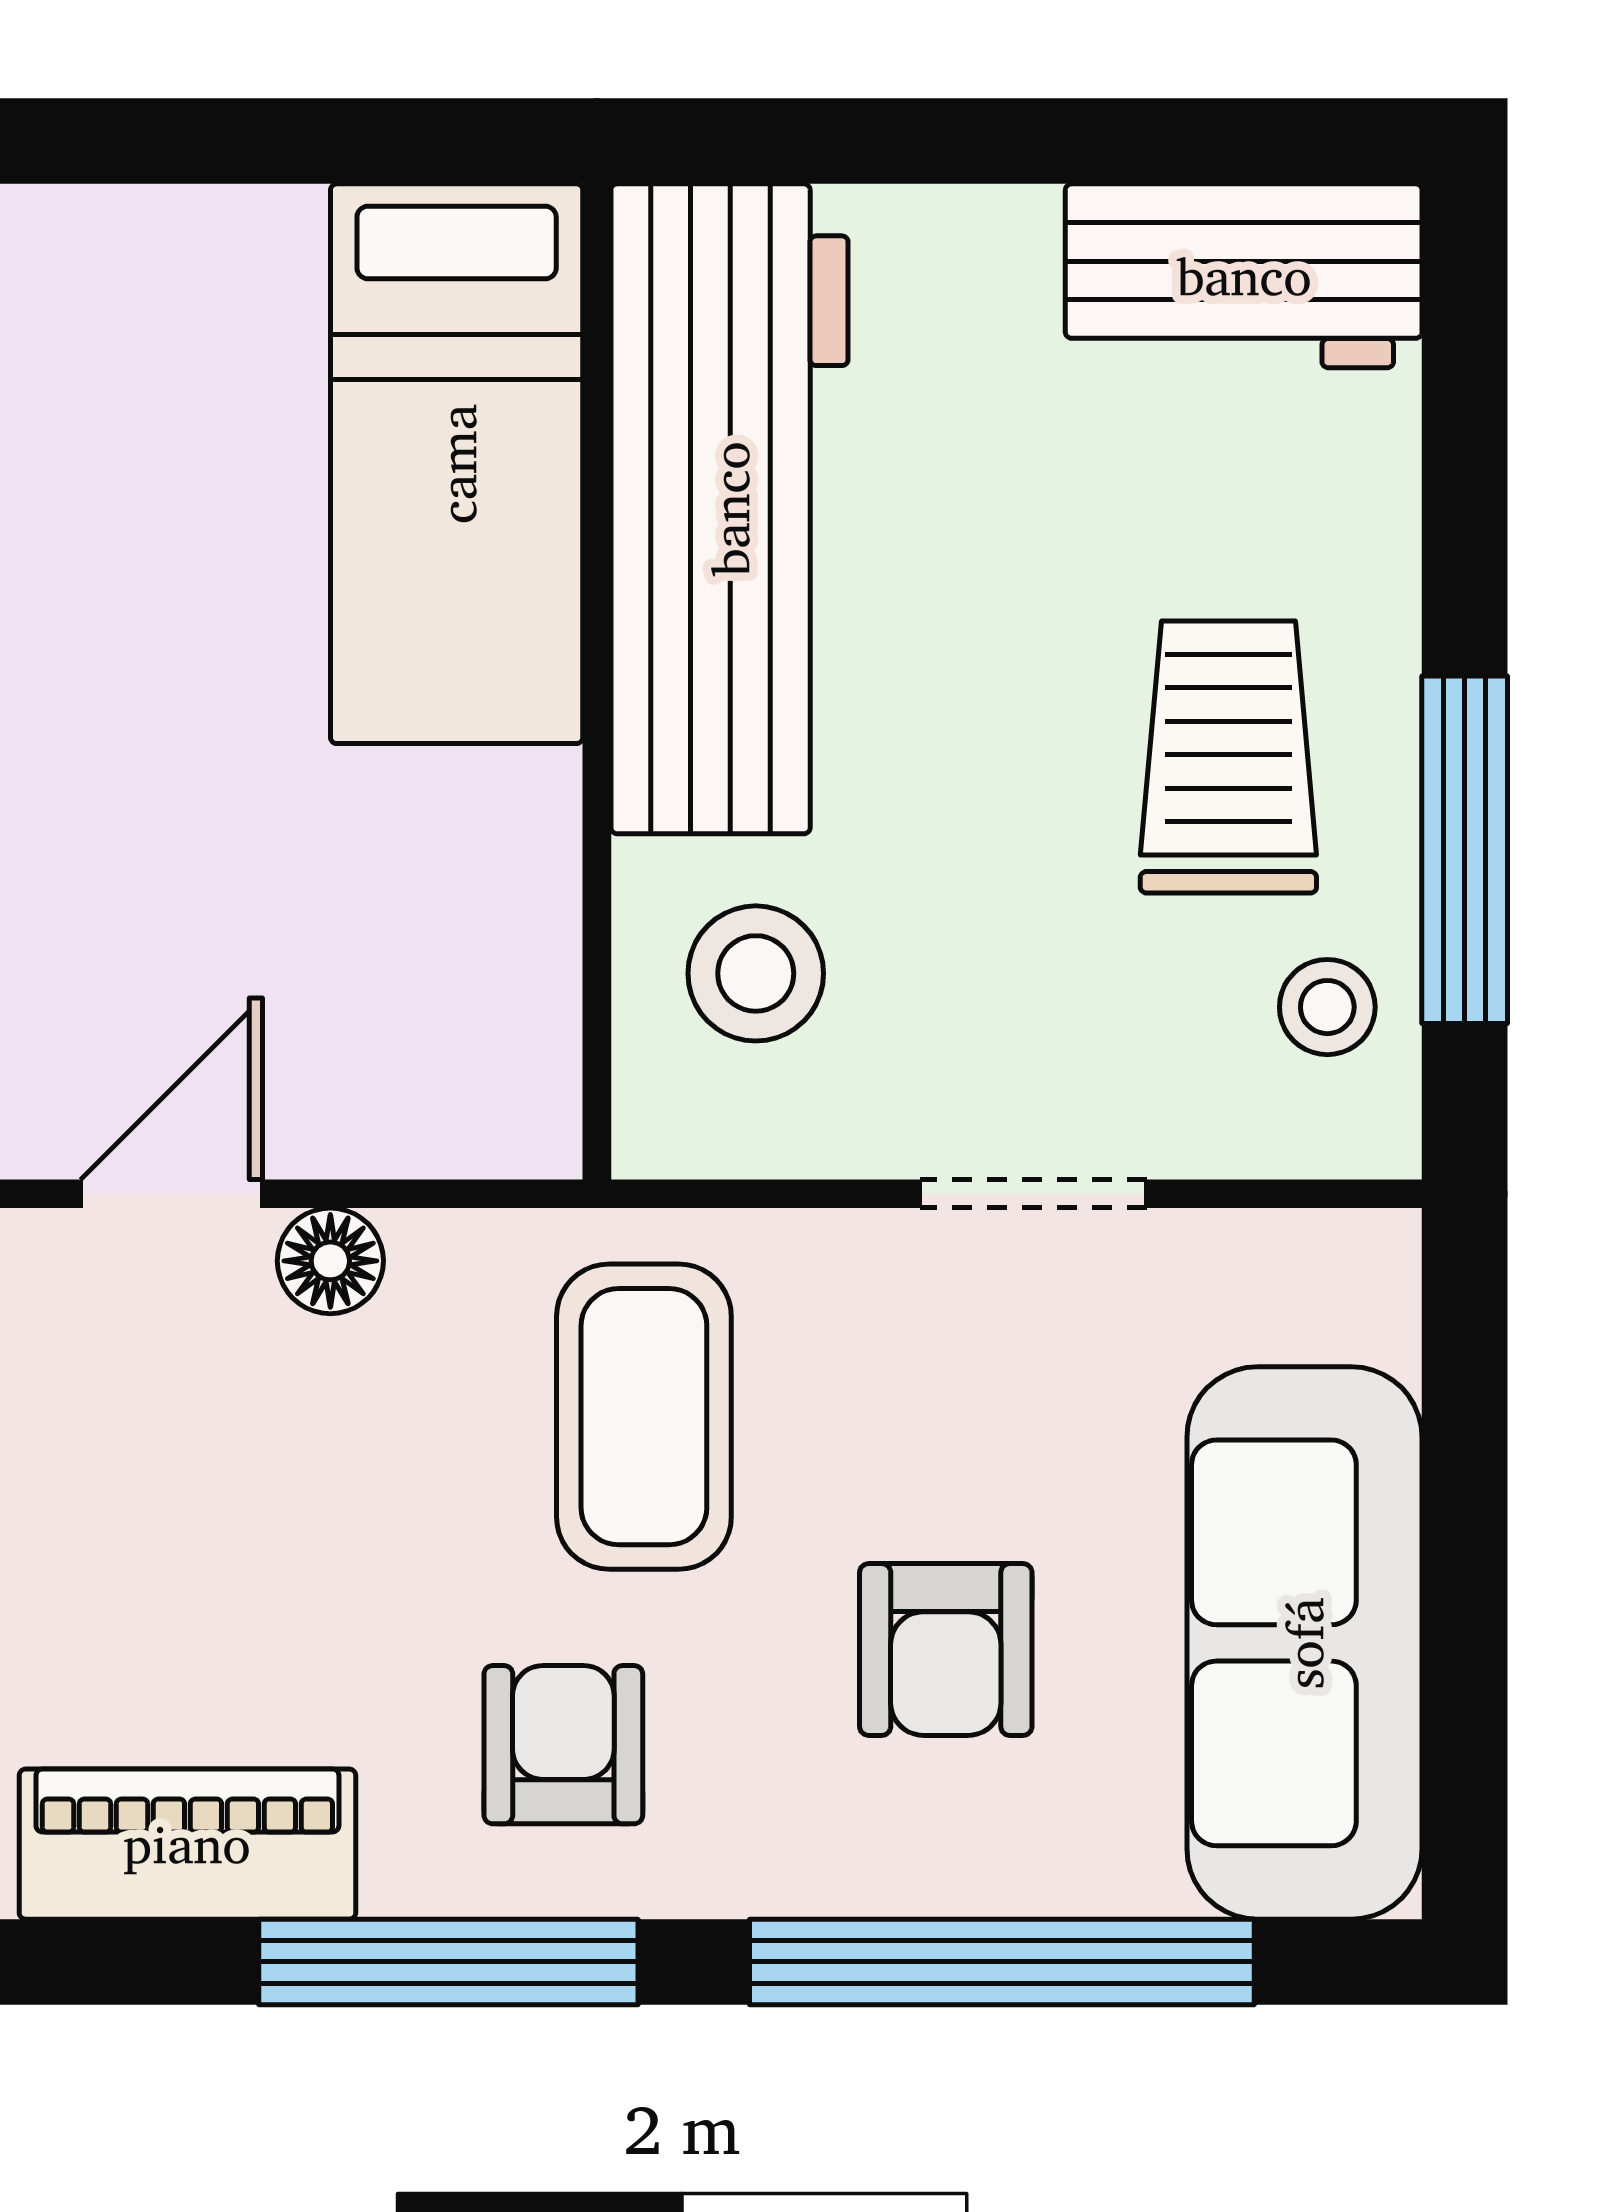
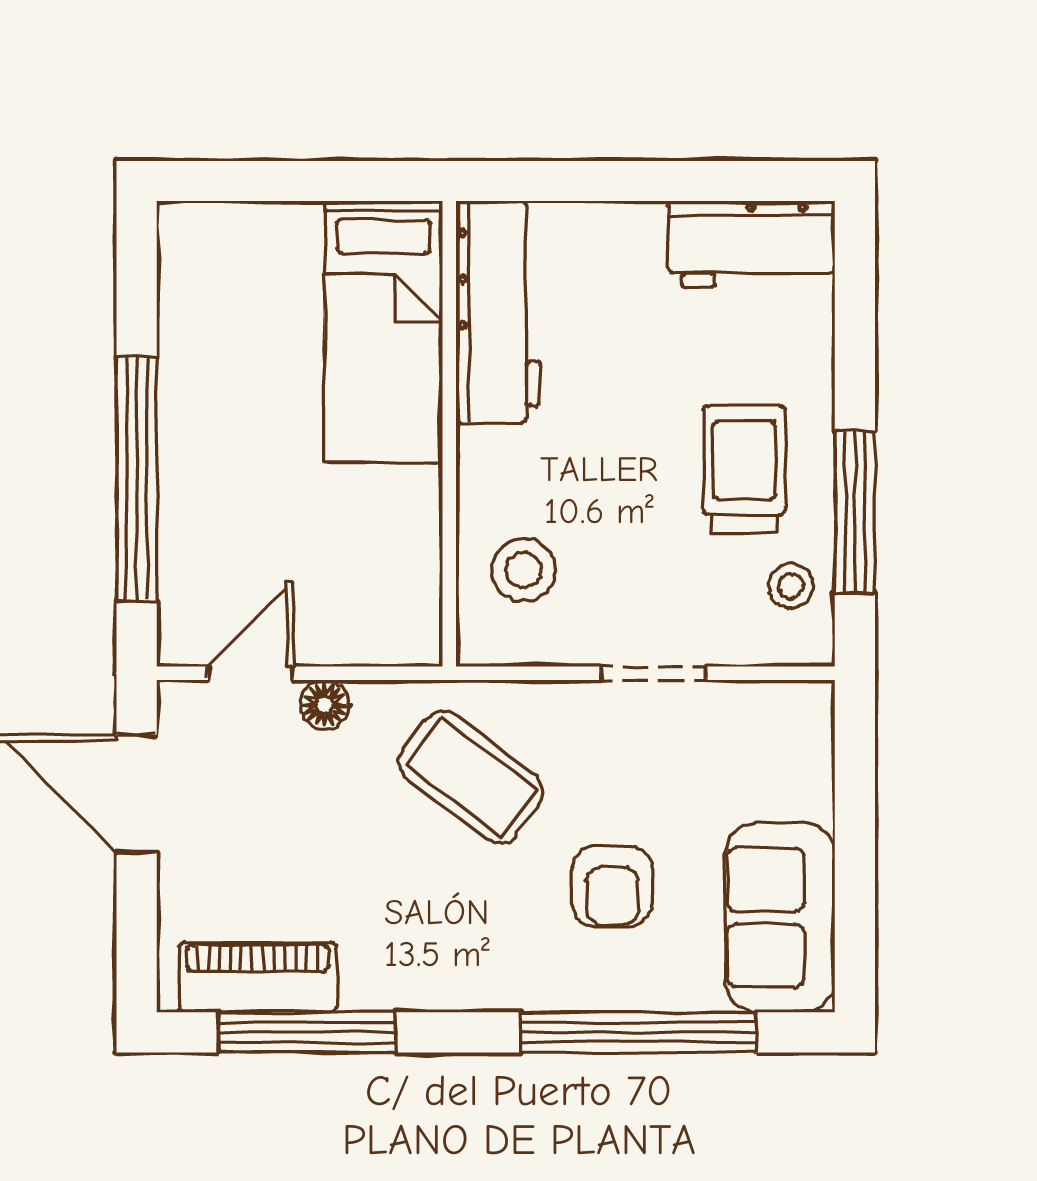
workbench: (730, 509) -> (498, 312), width x0.73, depth x0.76
coffee table: (644, 1417) -> (471, 777), turned -53
sofa: (1304, 1643) -> (780, 917), width x0.73
armchair: (563, 1745) -> (434, 931), removed
window: (448, 1962) -> (307, 1032), moved

